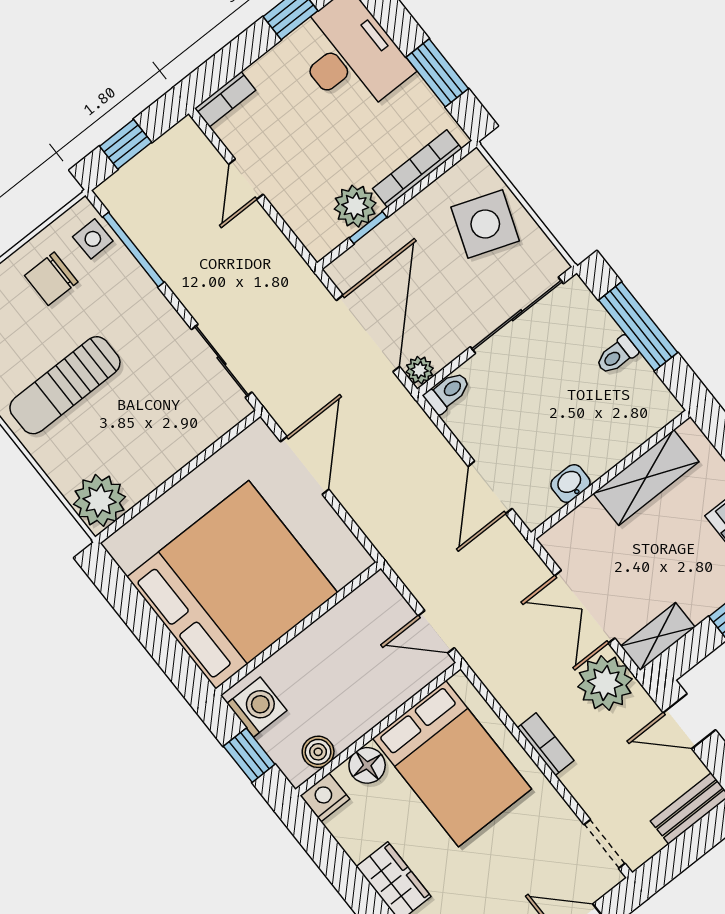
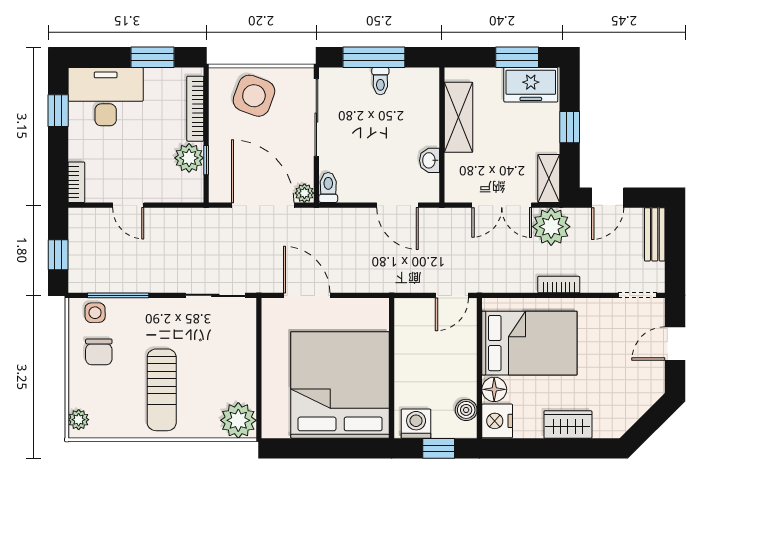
nightstand: (325, 797) -> (497, 421), width x1.36, depth x1.33

